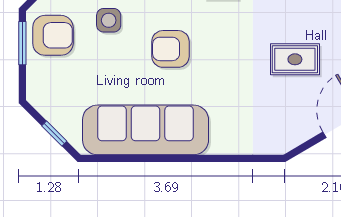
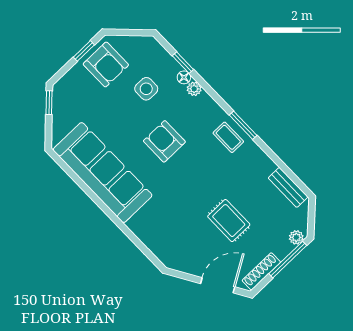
window: (22, 43) -> (84, 51), width x0.67
window: (54, 134) -> (49, 103), moved

